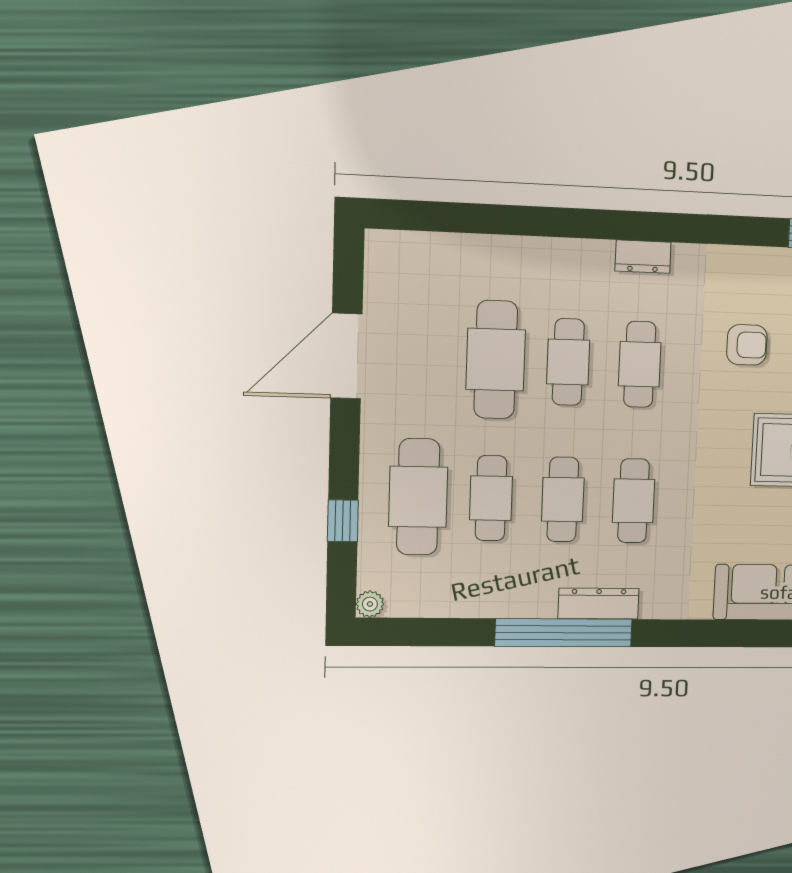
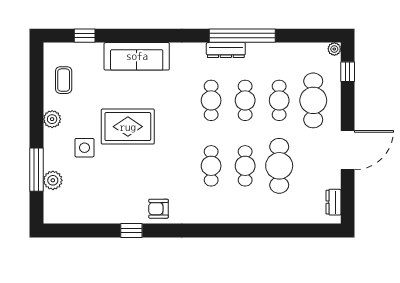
dresser: (643, 257) -> (333, 202), moved, turned -90
armchair: (747, 345) -> (159, 209), moved
door: (346, 356) -> (348, 150), moved
window: (343, 521) -> (348, 72), moved

